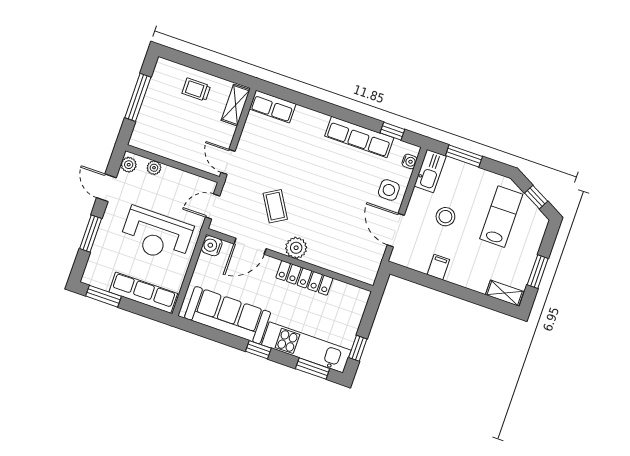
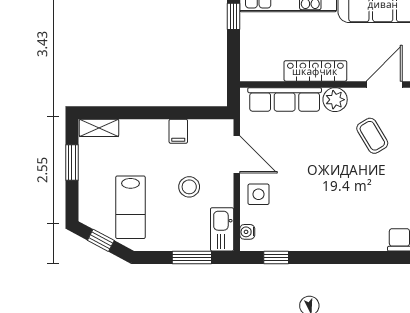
row of seats: (359, 137) -> (285, 99), moved, turned 180

